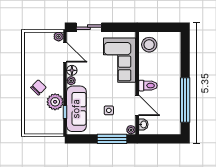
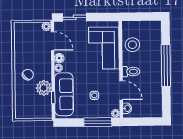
stool: (149, 45) -> (132, 45), moved
window: (185, 100) -> (166, 65), moved

